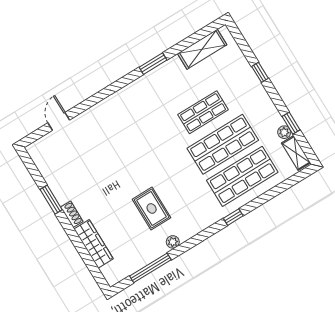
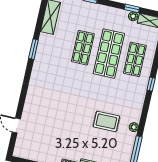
shop shelf: (242, 176) -> (135, 59), width x0.70, depth x0.74

